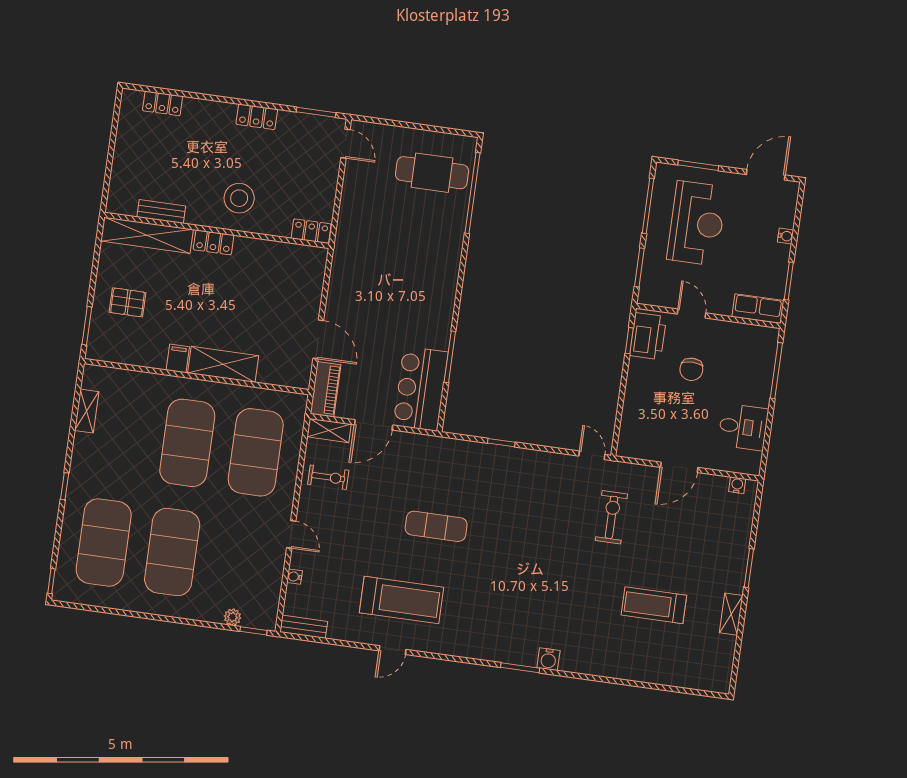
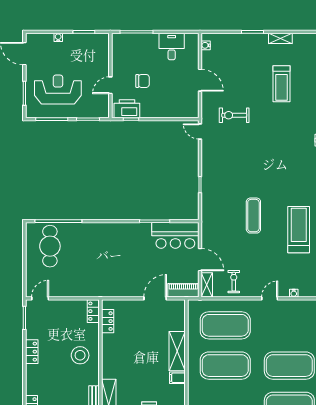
locker: (214, 242) -> (108, 321), moved
row of seats: (758, 309) -> (102, 47), removed
door: (592, 455) -> (200, 131), hinge flipped

